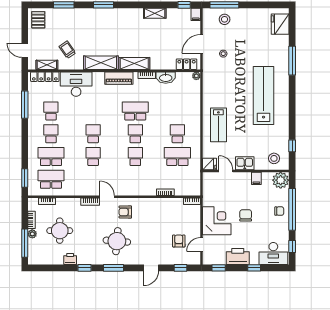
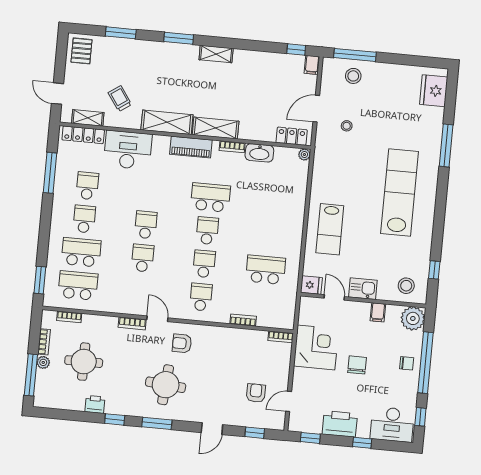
shelving: (155, 13) -> (216, 54), moved
school desk: (177, 134) -> (201, 297), moved
corner desk: (217, 221) -> (316, 347), moved

